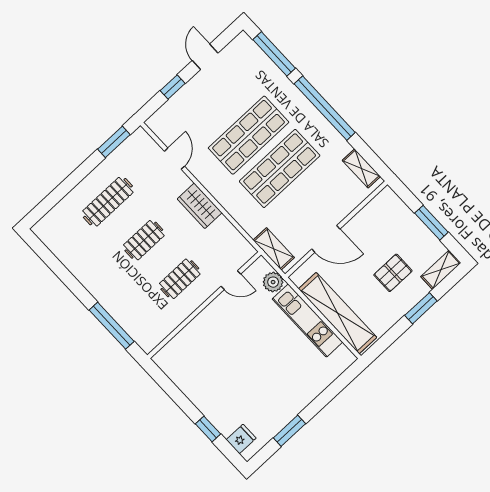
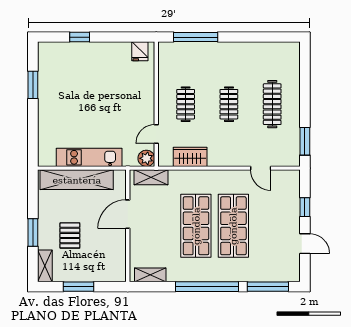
wardrobe: (200, 206) -> (190, 157), moved
plant: (273, 282) -> (146, 158), moved
fridge: (241, 439) -> (140, 51), moved

